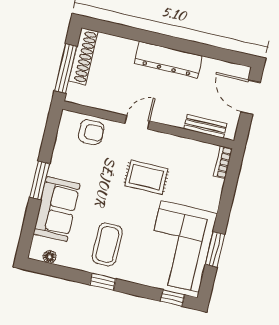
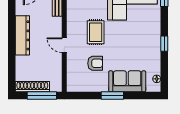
armchair: (91, 132) -> (95, 63), moved, turned 90
coffee table: (107, 244) -> (141, 46), removed

